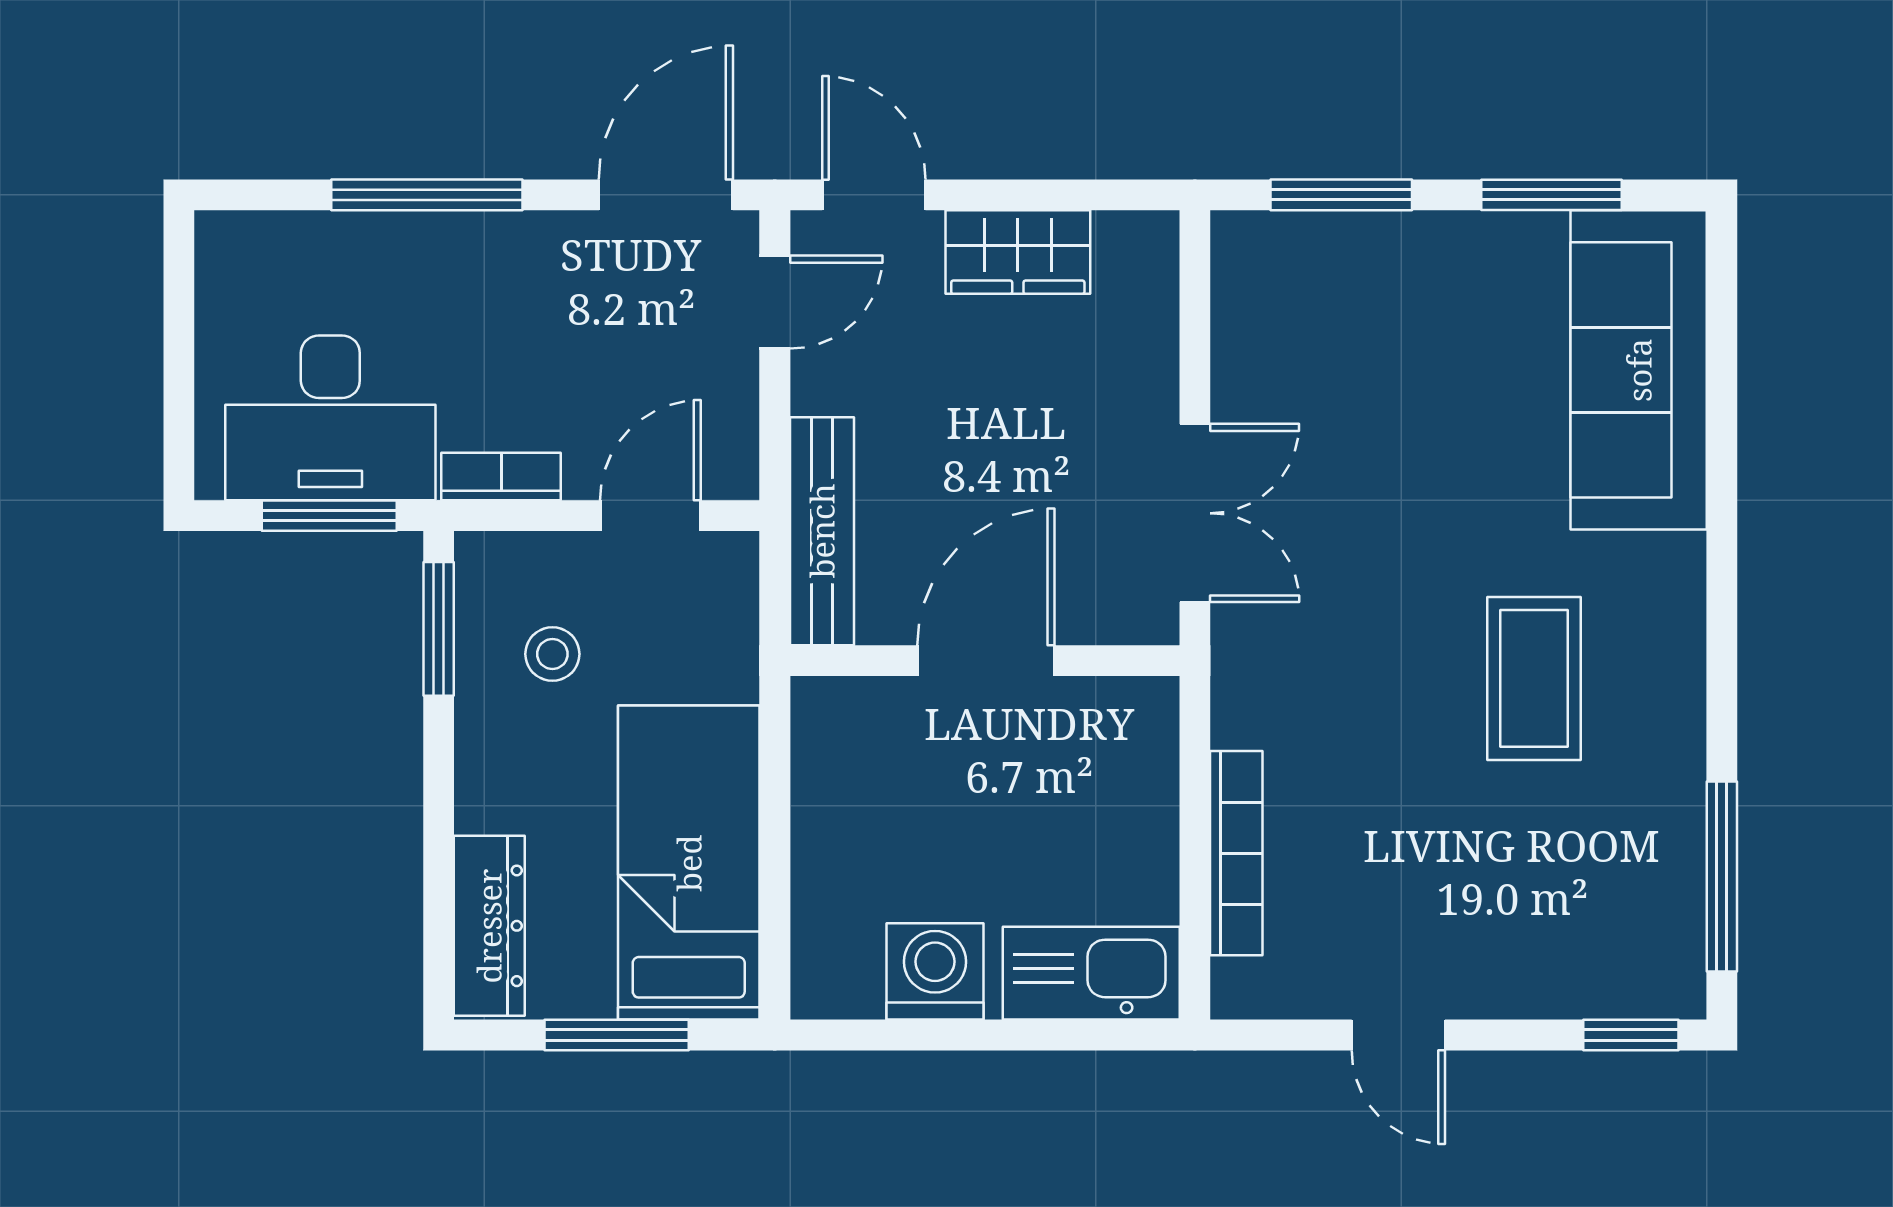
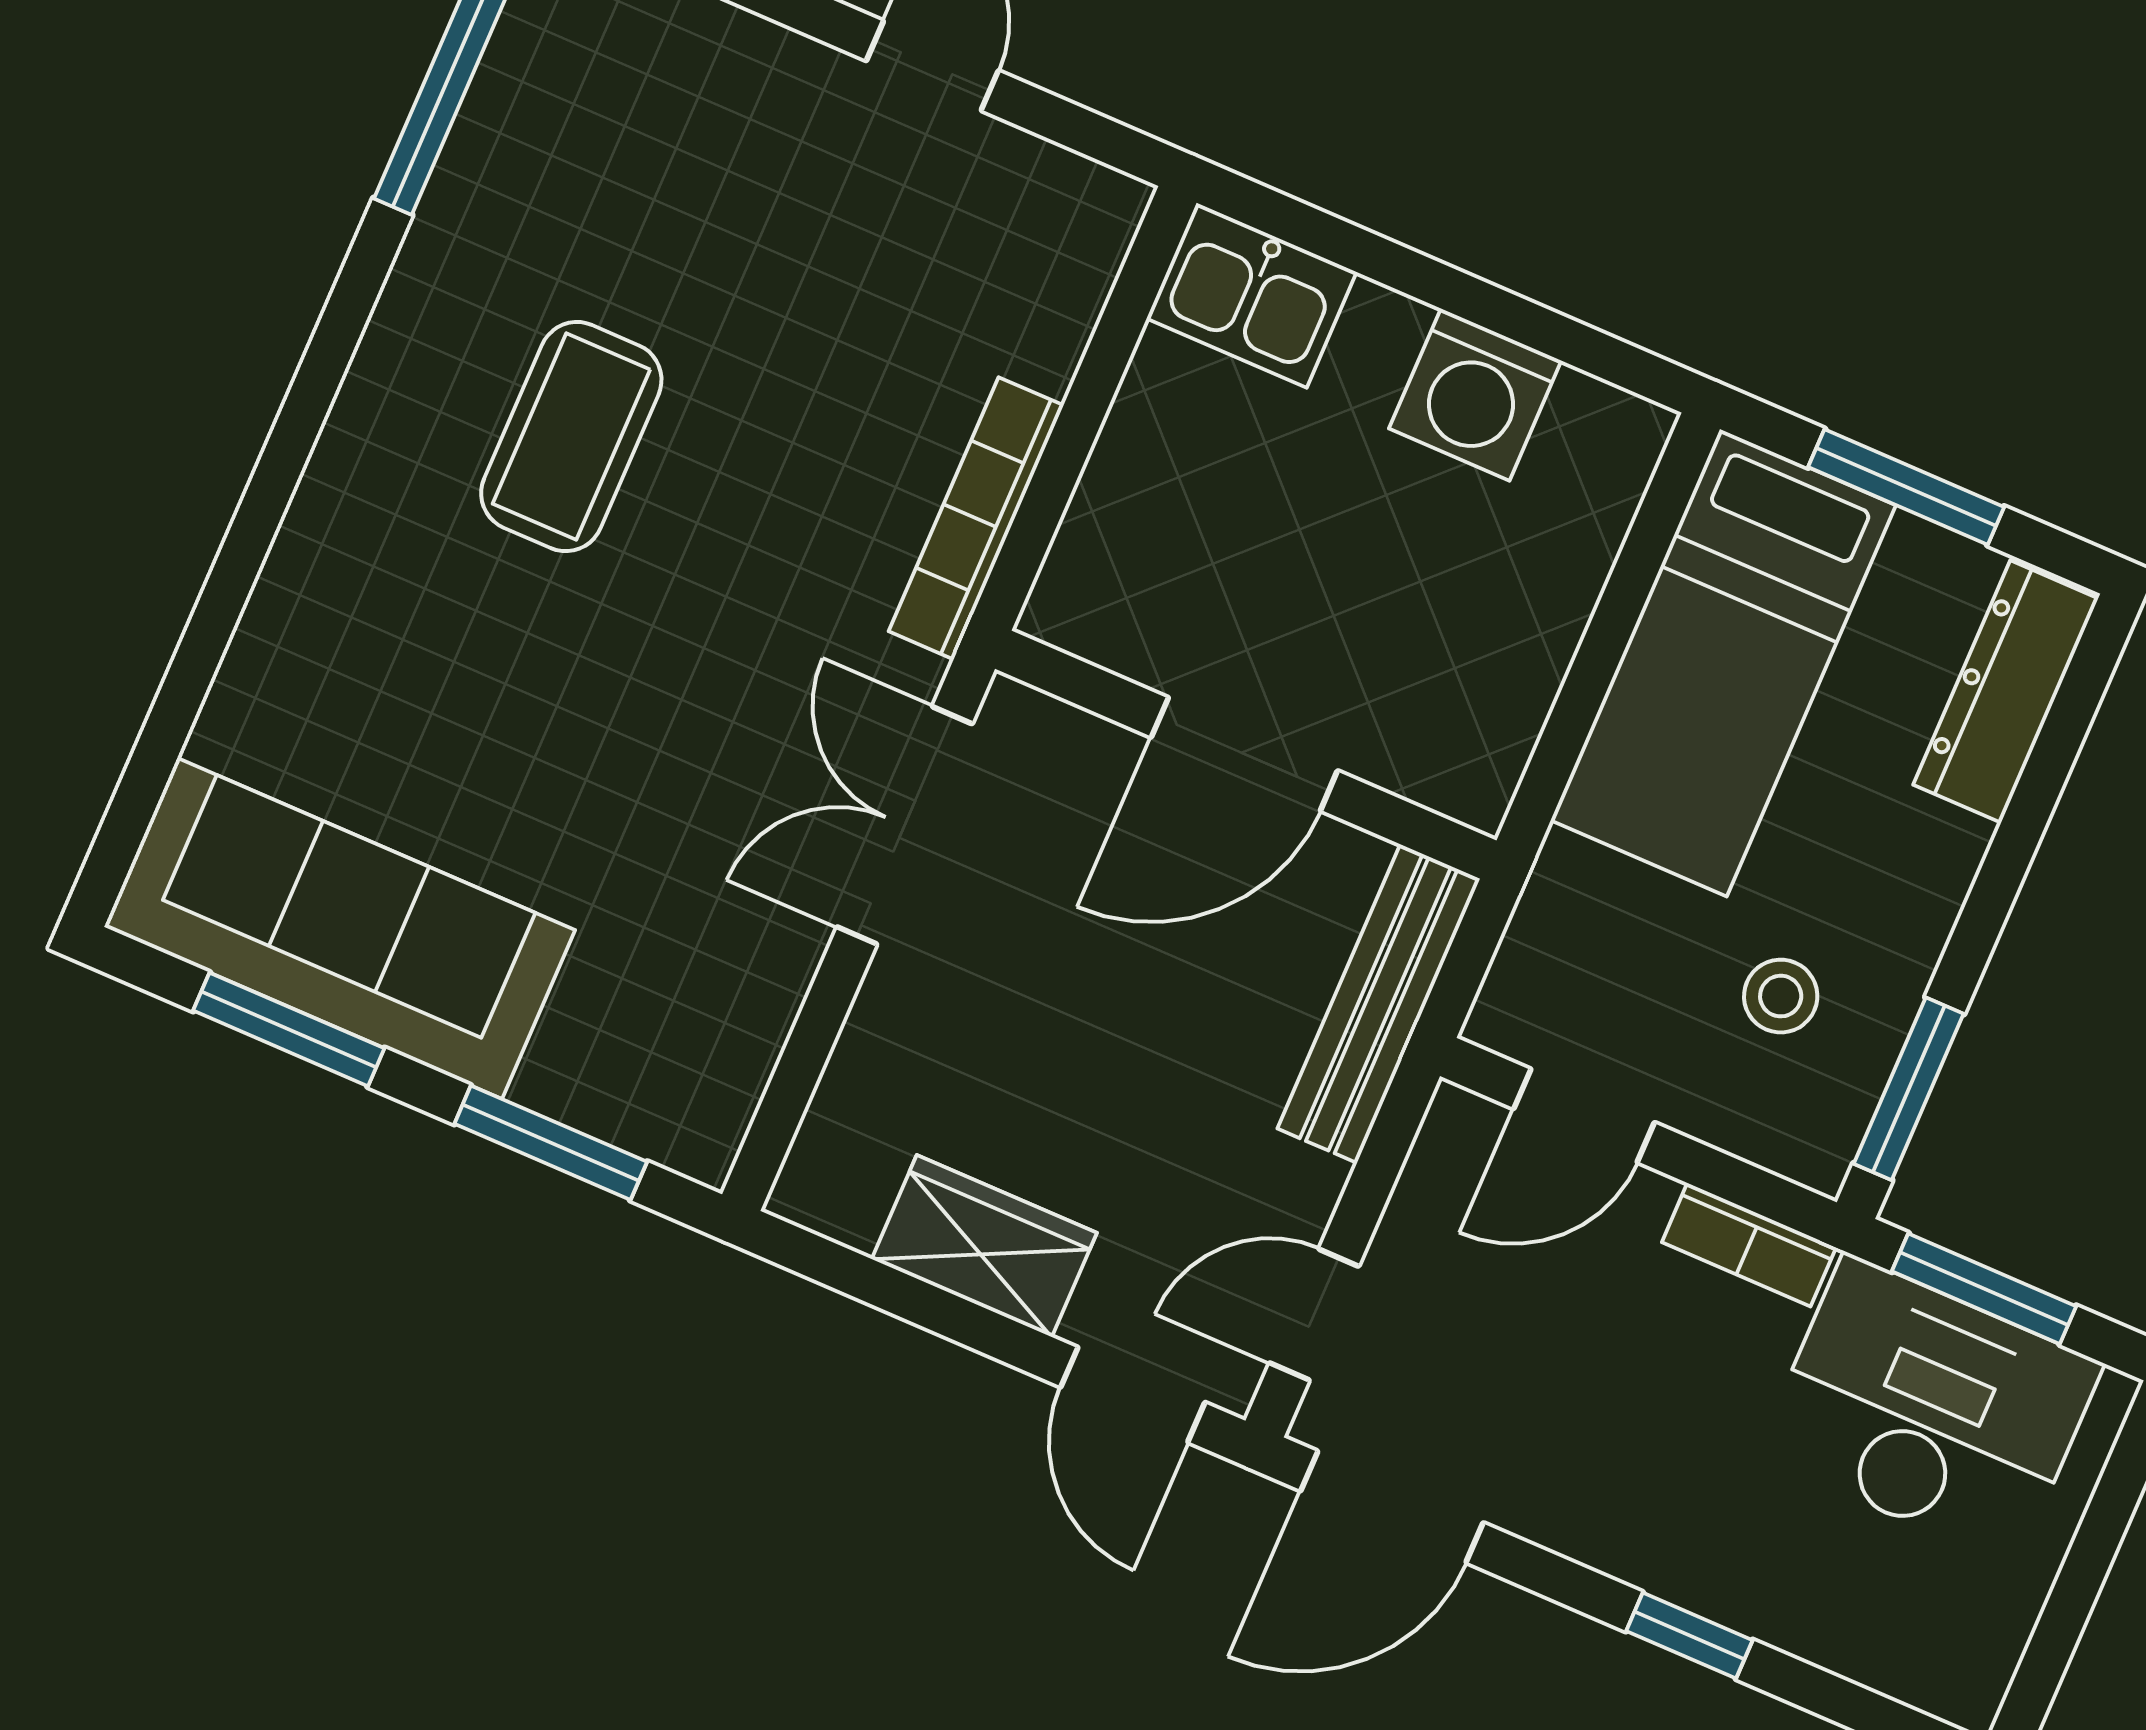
window: (427, 195) -> (1689, 1636), width x0.46
sofa: (1639, 370) -> (340, 928), moved, turned -90
bookcase: (1236, 853) -> (976, 518), moved
kitchen sink: (1091, 973) -> (1252, 295), width x0.73

